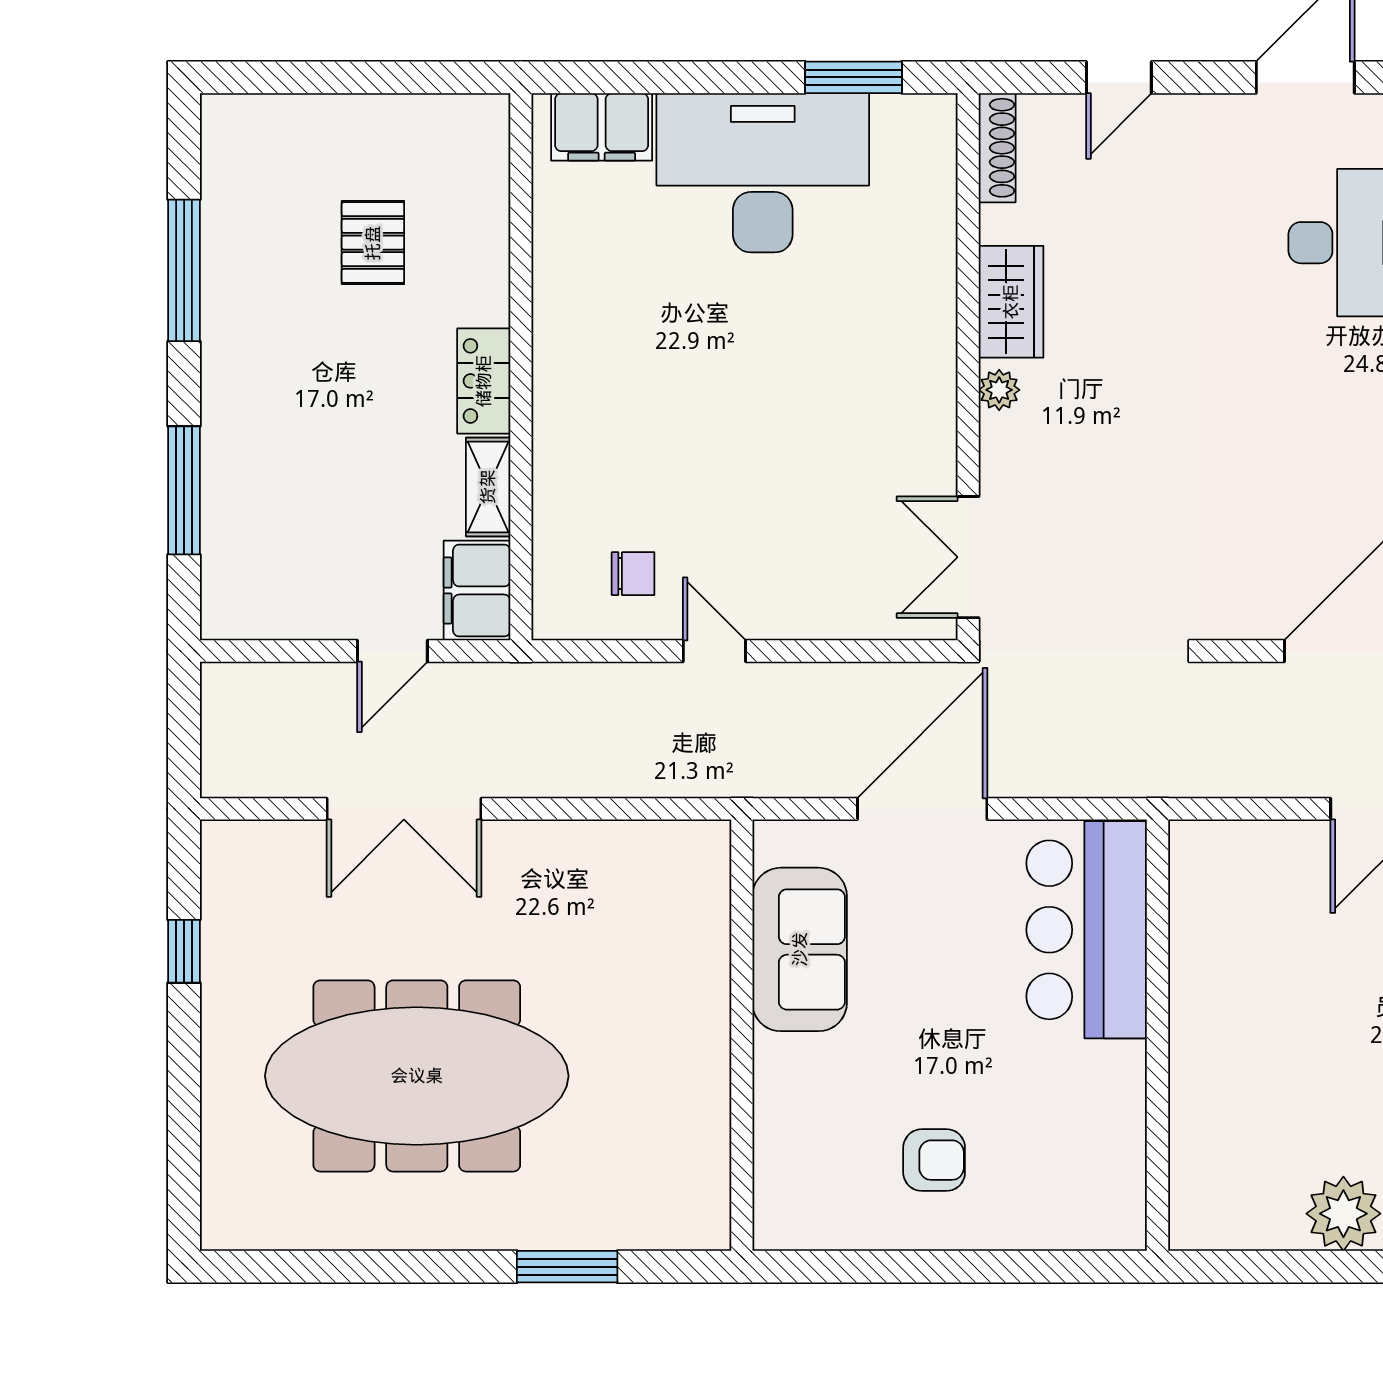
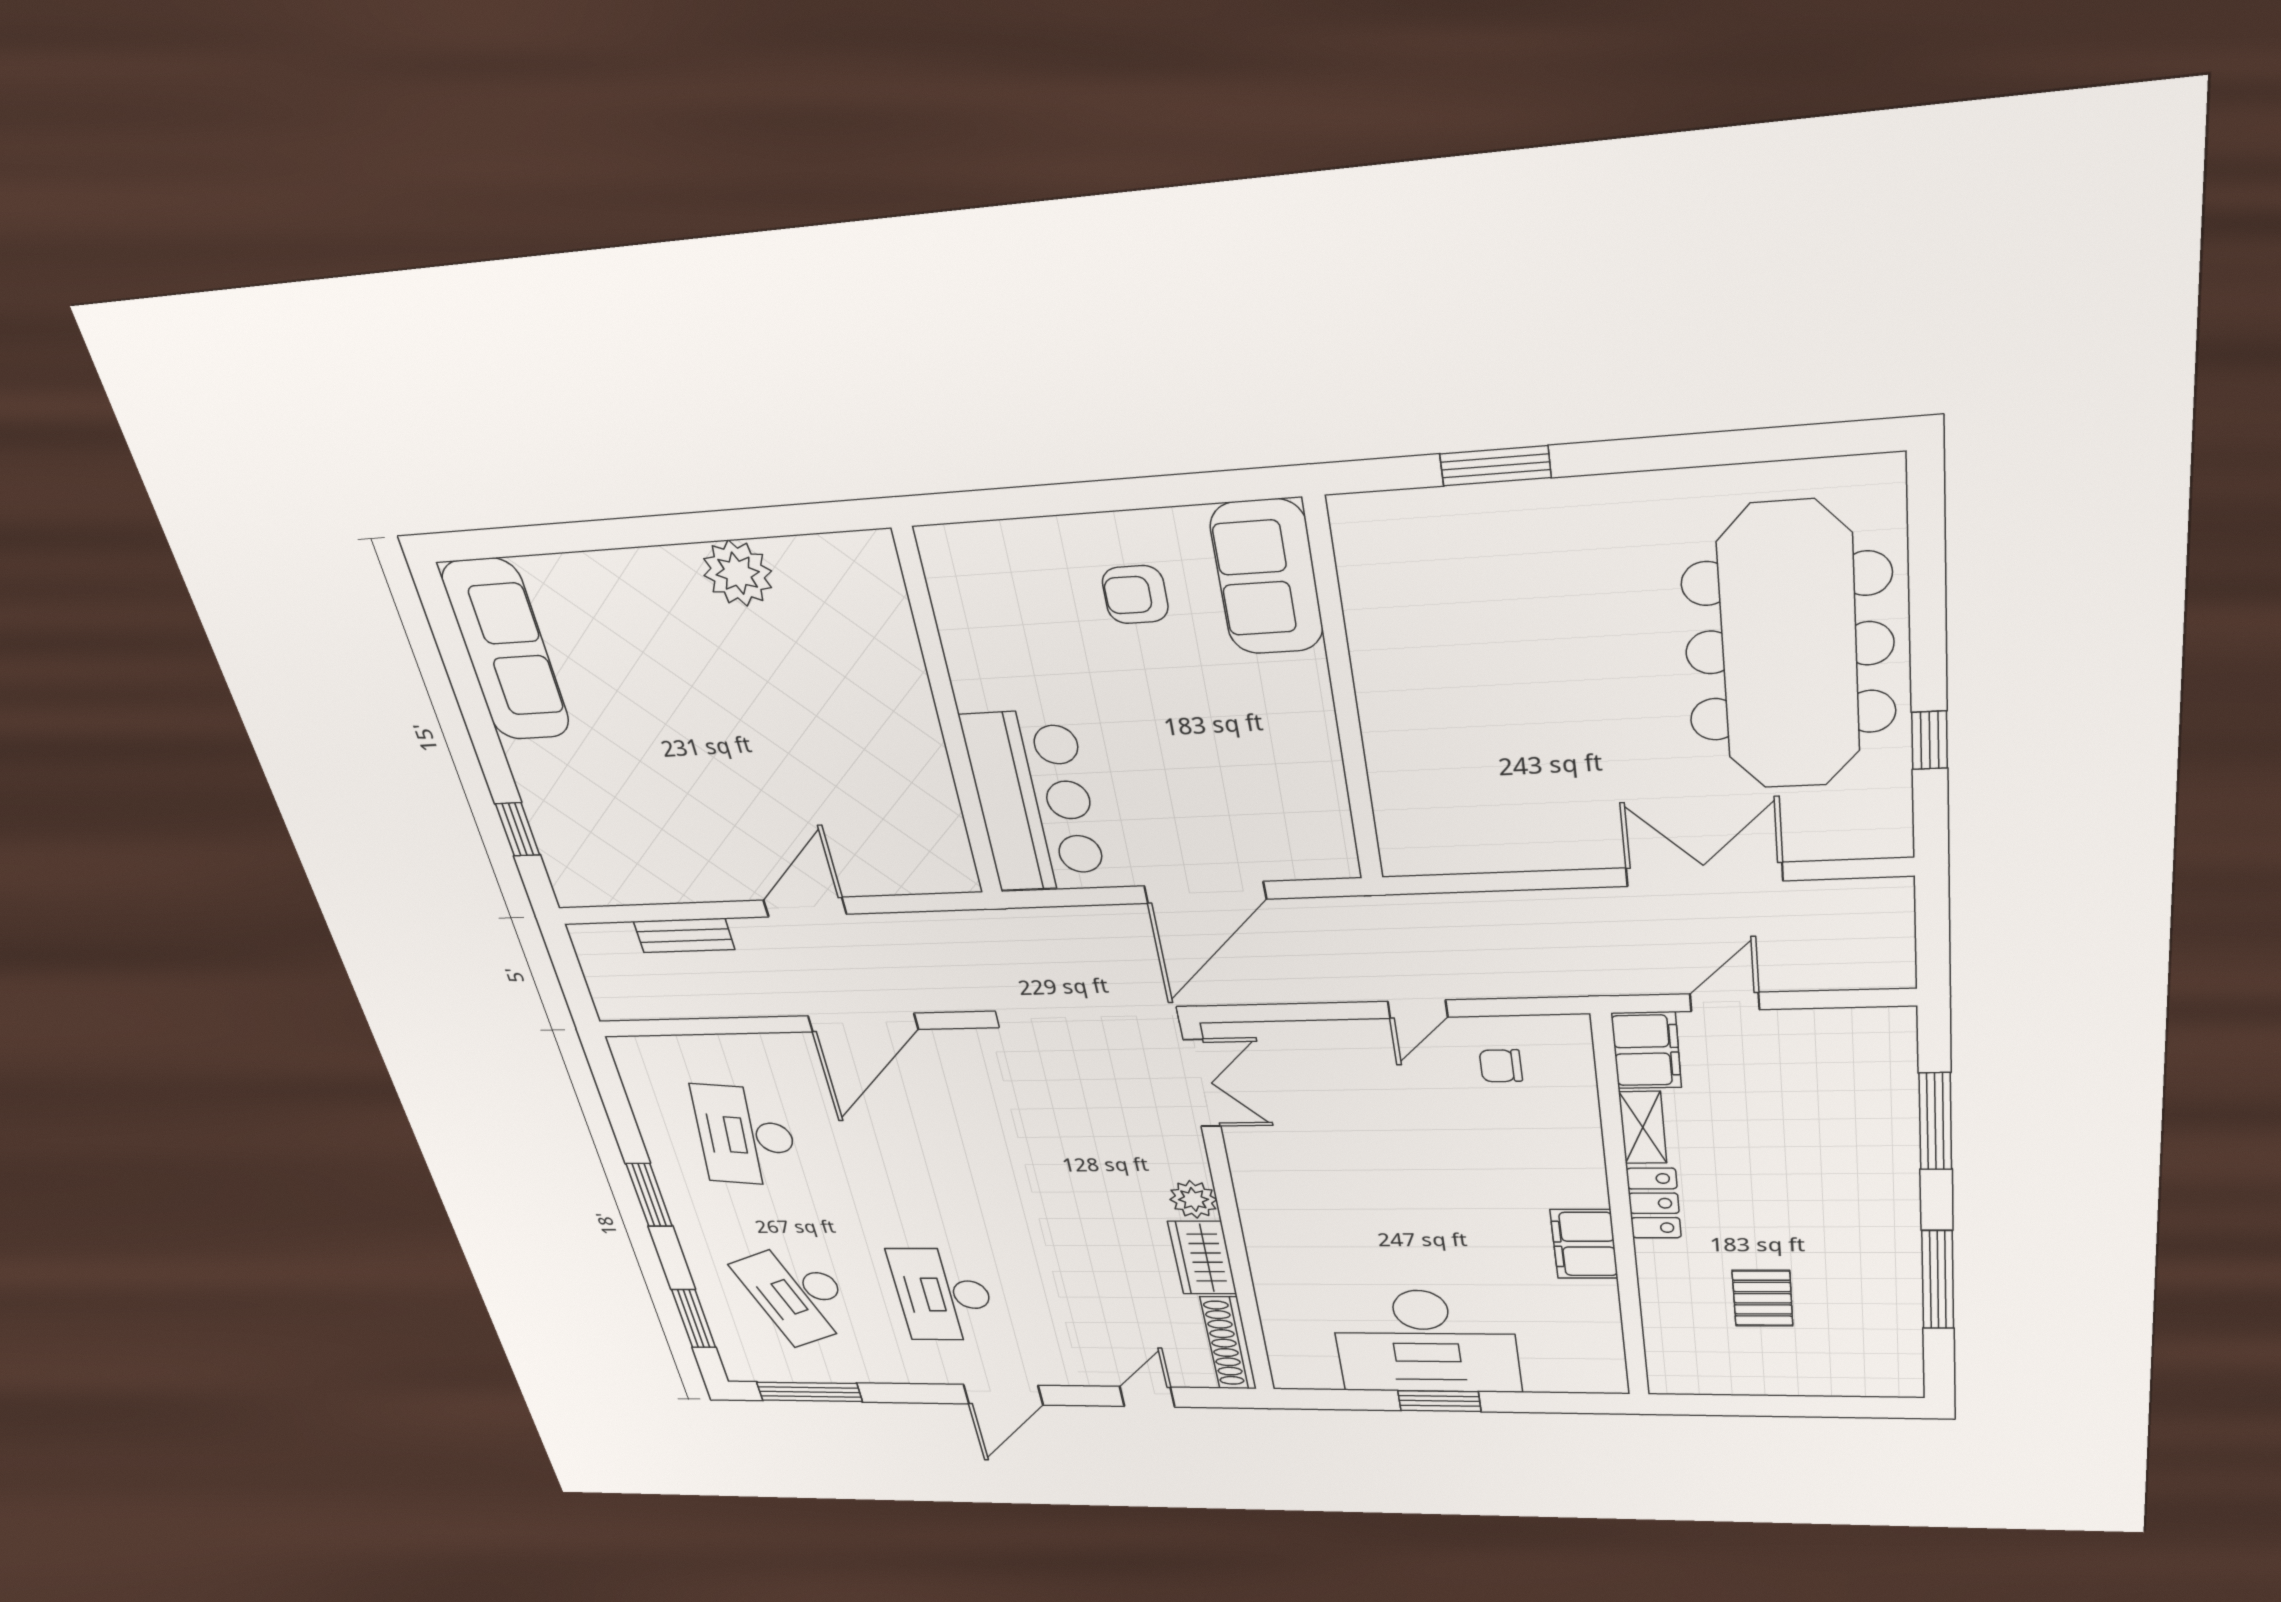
window: (854, 77) -> (1439, 1401), moved
filing cabinet: (602, 127) -> (1584, 1244), moved, turned -90
shoe rack: (997, 148) -> (1228, 1343), width x1.36, depth x1.24
plant: (999, 390) -> (1193, 1199), width x1.38, depth x1.38
door: (714, 651) -> (1418, 1009), hinge flipped
sofa: (800, 949) -> (1267, 577), moved
meeting table: (417, 1076) -> (1789, 648), moved, turned 90

